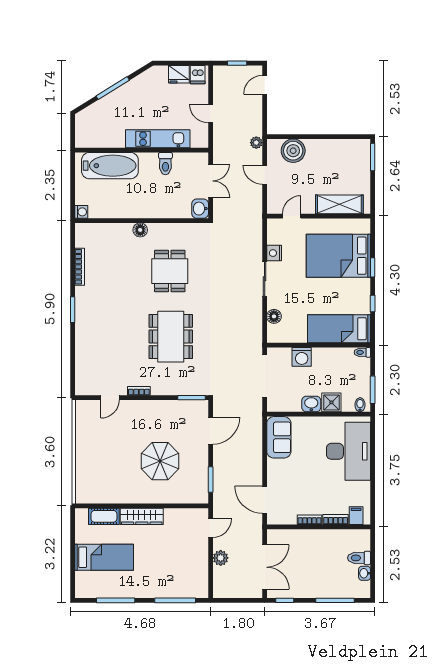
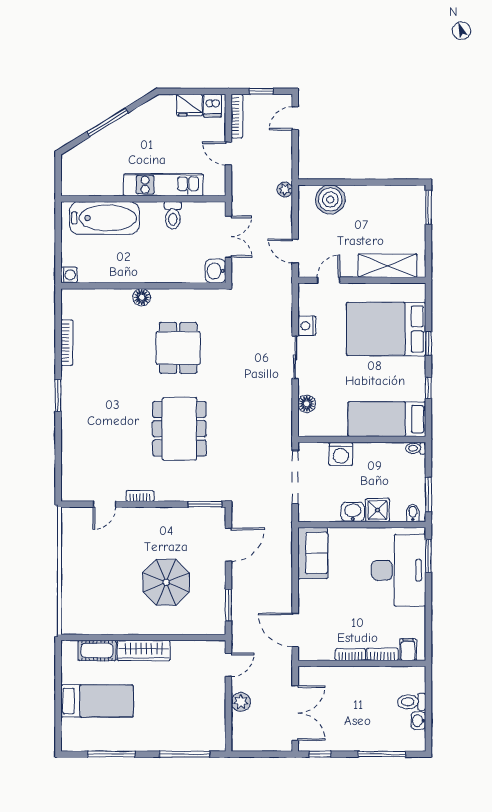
bookcase: (217, 83) -> (237, 116), added
door: (265, 175) -> (295, 251), moved
window: (373, 440) -> (428, 556), added

